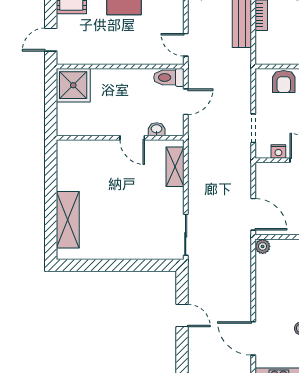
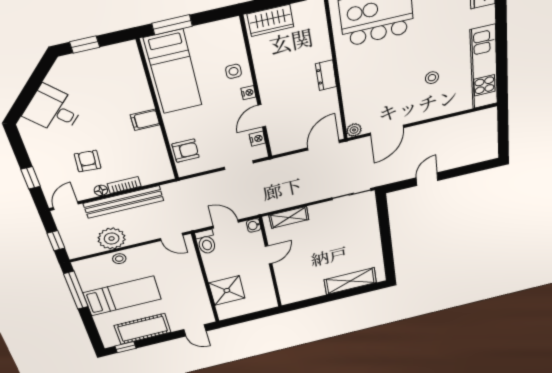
door: (186, 45) -> (172, 237), hinge flipped
shower: (73, 85) -> (227, 290), moved
washbasin: (157, 129) -> (254, 225), moved
door: (253, 338) -> (387, 130), moved

